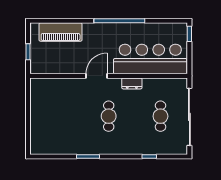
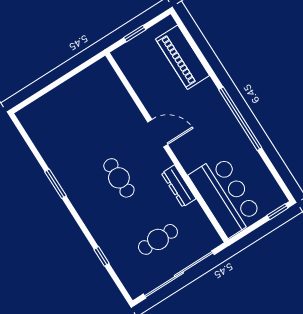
bar counter: (150, 59) -> (226, 196), width x0.73
dresser: (132, 83) -> (179, 186), width x1.44
cafe table: (109, 116) -> (119, 178), turned 90

